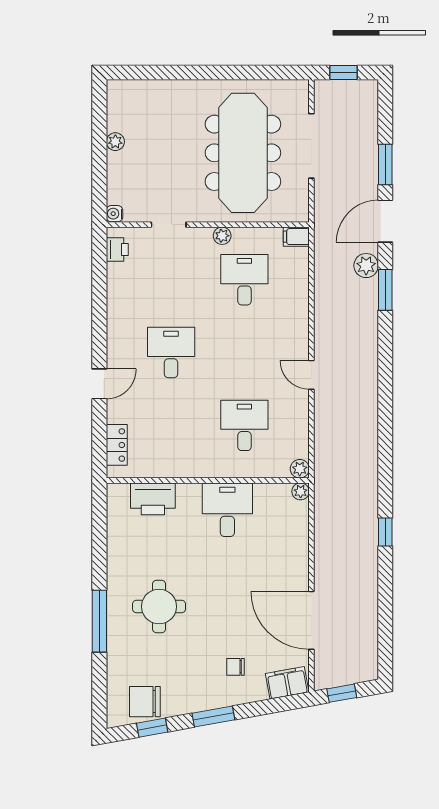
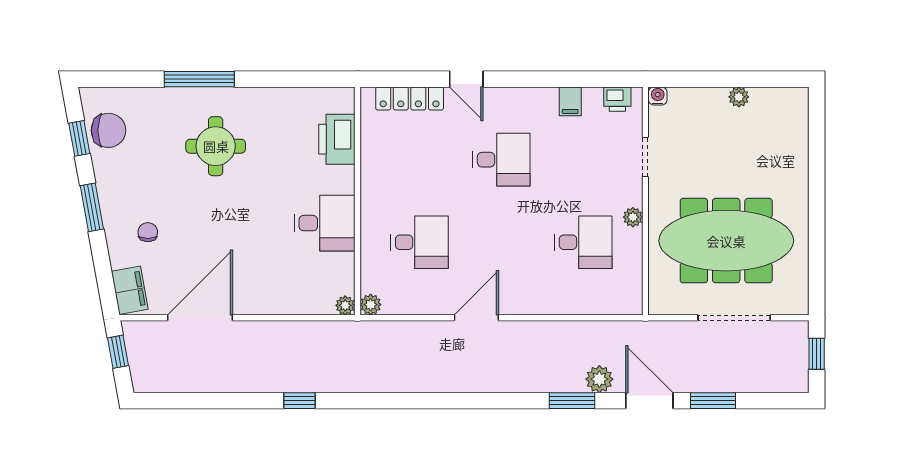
filing cabinet: (296, 237) -> (570, 101), moved, turned 180
door: (311, 375) -> (476, 318), width x1.38
locker: (117, 445) -> (410, 98), width x1.53
chair: (145, 702) -> (108, 130), turned 90

